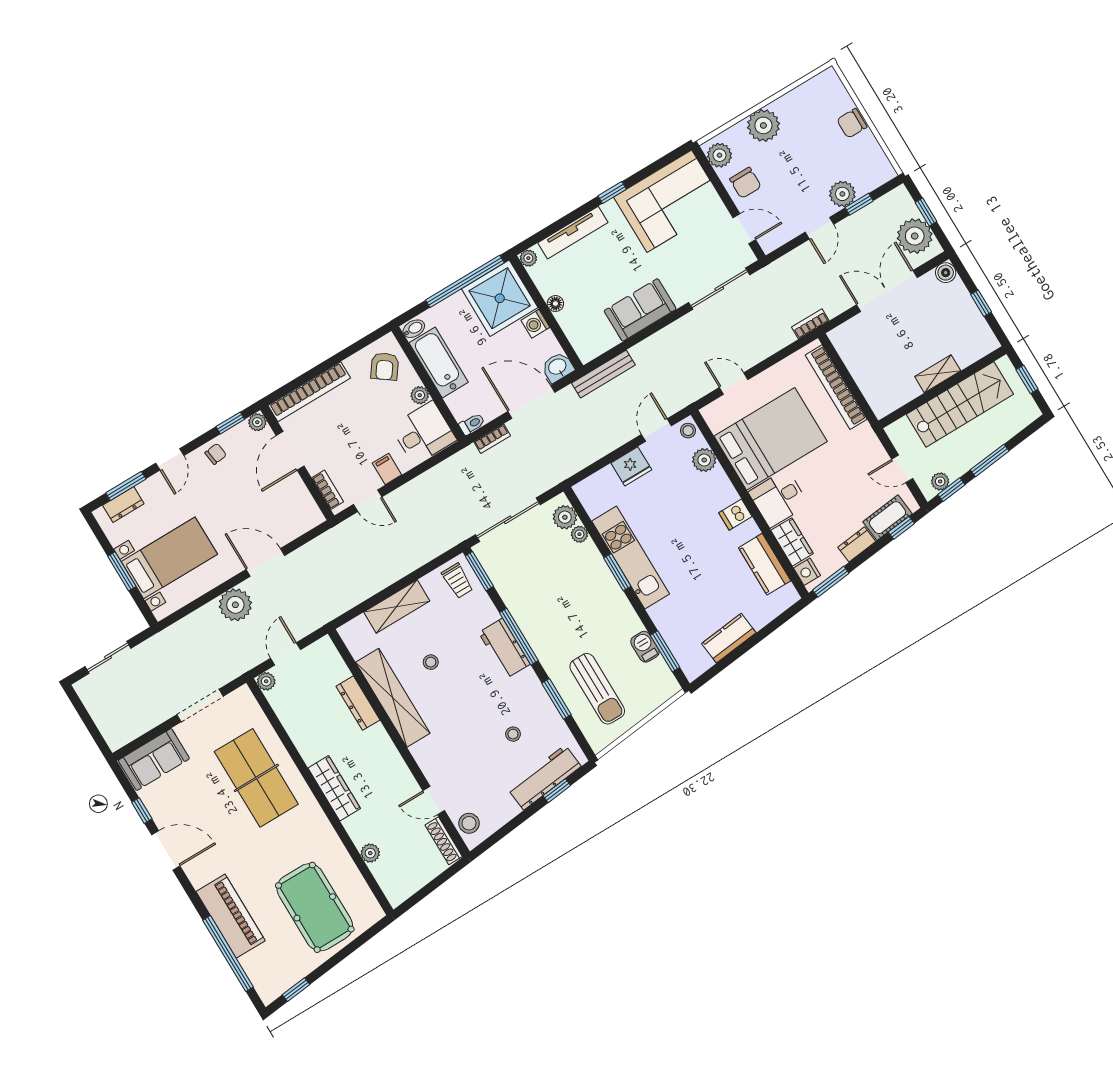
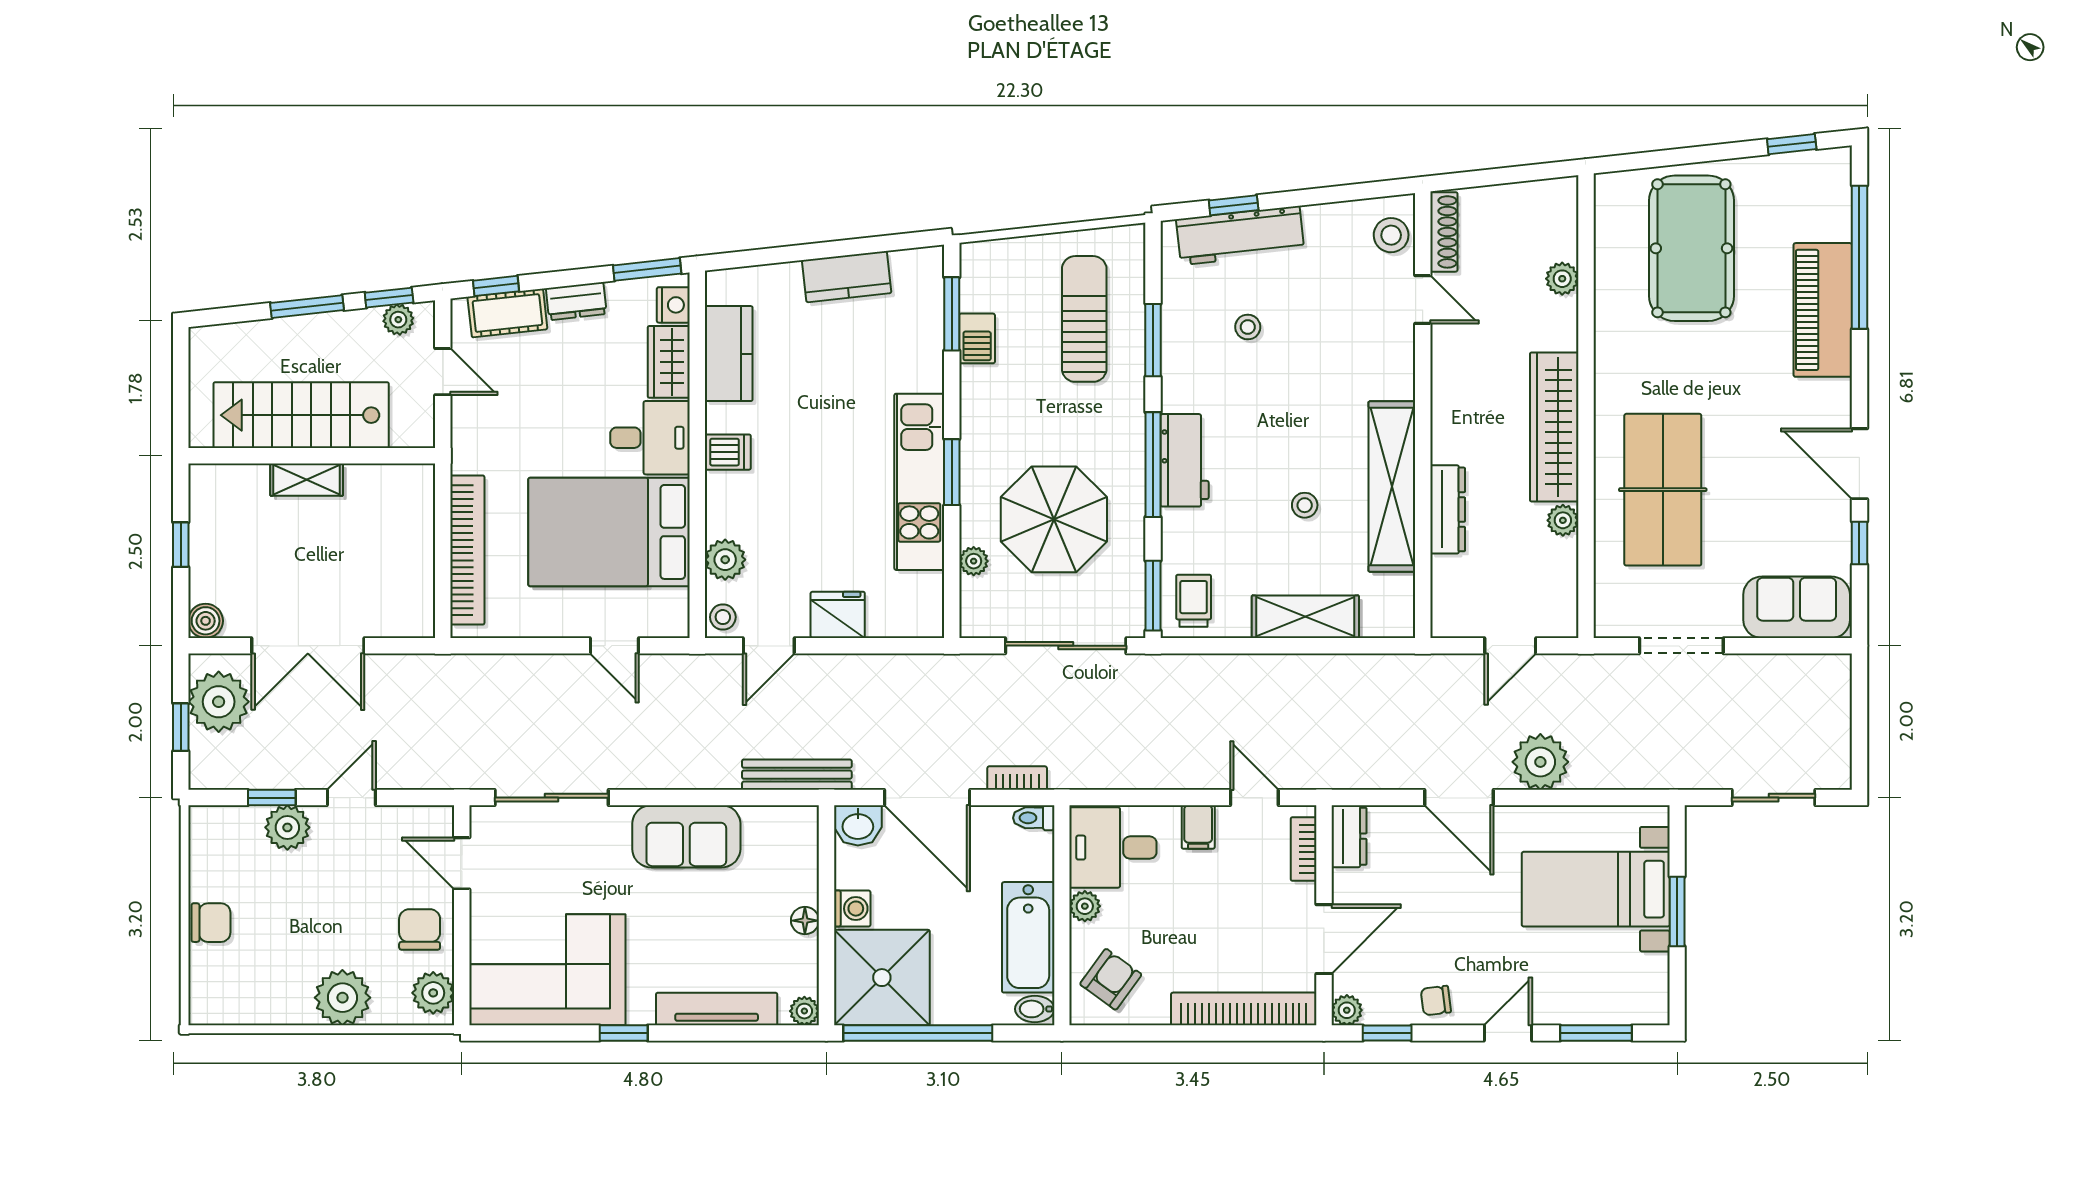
bookcase: (810, 324) -> (449, 665), removed
window: (1027, 379) -> (181, 392), removed
dresser: (123, 505) -> (1349, 836), moved, turned 90
plant: (565, 517) -> (980, 599), removed
parasol: (552, 579) -> (1054, 519), added
plant: (266, 681) -> (1563, 520), moved
wardrobe: (334, 788) -> (1554, 427), width x1.40, depth x1.17

